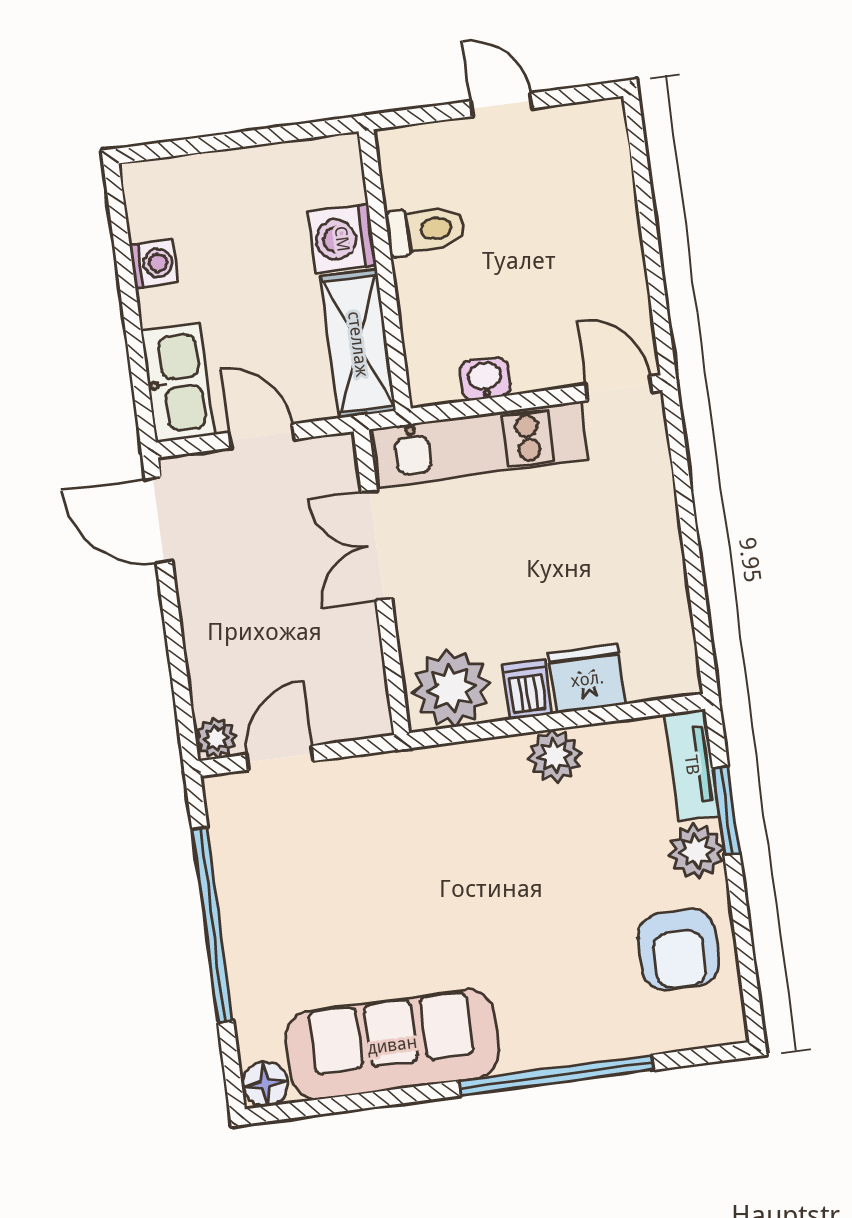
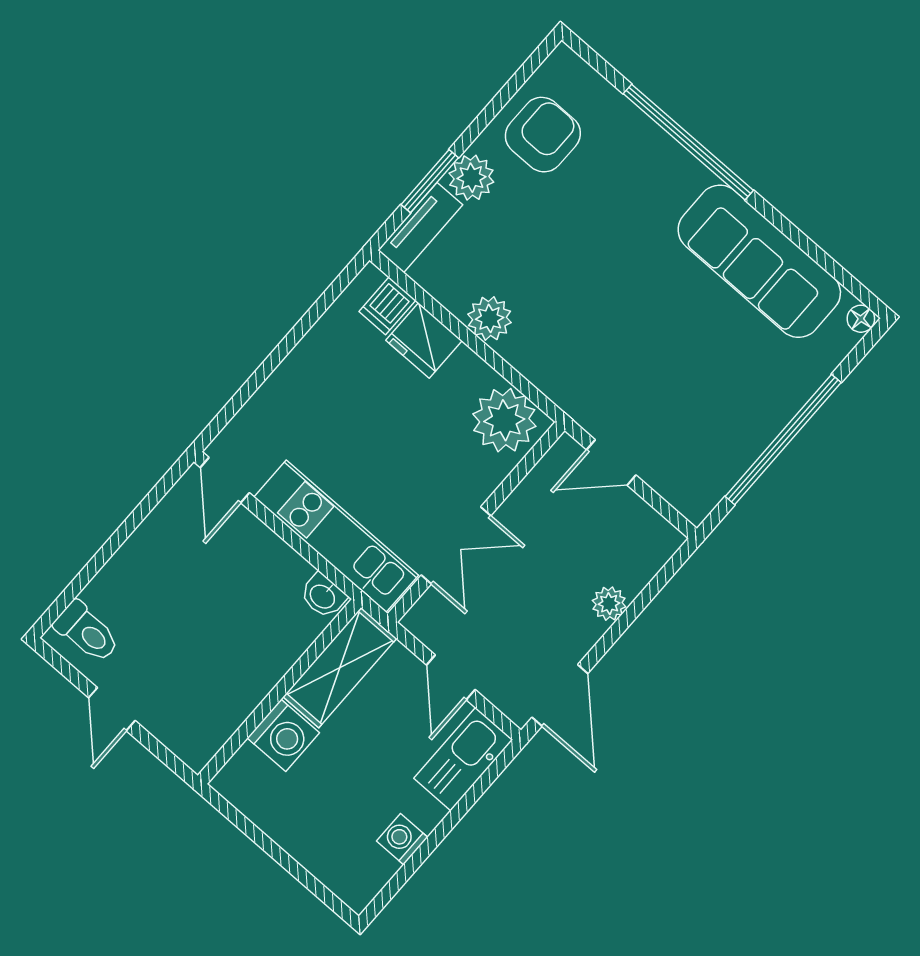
toilet: (425, 230) -> (87, 632), moved, turned 180
washbasin: (485, 379) -> (323, 596), moved
dishwasher: (527, 689) -> (387, 306), moved
plant: (216, 738) -> (609, 604), moved
door: (280, 758) -> (611, 462), moved
floor lamp: (265, 1084) -> (861, 319), width x0.73, depth x0.73

